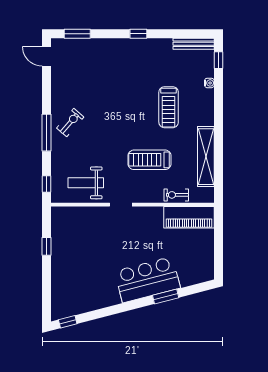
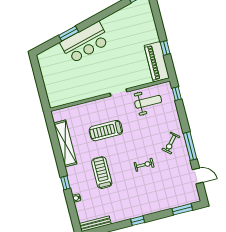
door: (46, 56) -> (198, 176), moved
window: (218, 60) -> (65, 183), moved
window: (46, 133) -> (190, 146), moved
treadmill: (149, 160) -> (106, 131), turned 180
exercise bike: (176, 195) -> (144, 165), moved
piano: (189, 217) -> (157, 62), moved, turned -90

